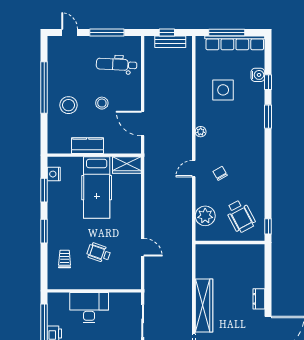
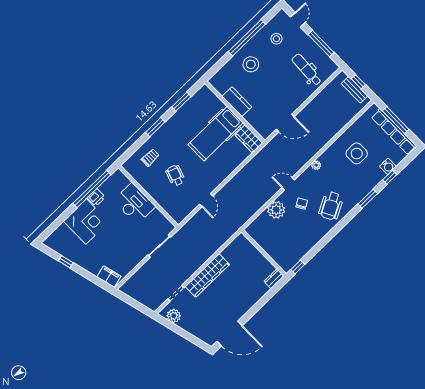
stool: (102, 103) -> (276, 39), moved
door: (143, 124) -> (285, 123), swing flipped
nightstand: (54, 174) -> (198, 98), removed
plant: (205, 216) -> (276, 210), moved
wheelchair: (241, 216) -> (331, 206), moved
dresser: (259, 299) -> (274, 279), moved

